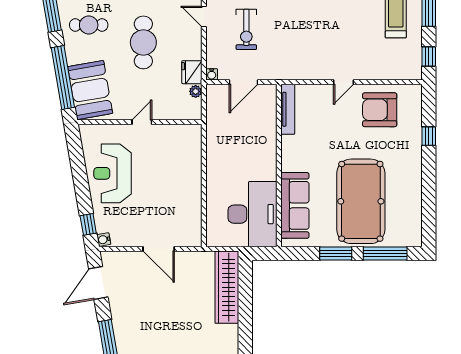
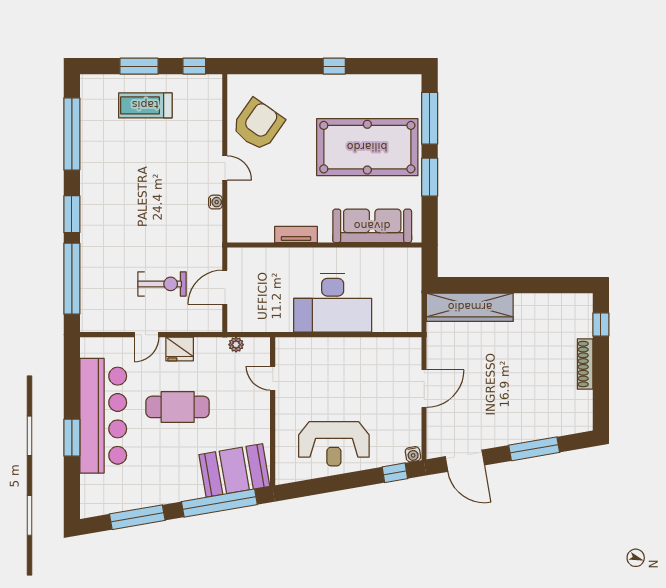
cafe table: (89, 25) -> (157, 472), removed
fridge: (192, 72) -> (180, 349), moved
water cooler: (212, 74) -> (216, 202), moved
door: (244, 82) -> (225, 287), swing flipped
tv unit: (288, 109) -> (296, 234), moved, width x0.71
armchair: (380, 110) -> (258, 125), turned -145
door: (142, 122) -> (273, 378), moved
window: (429, 136) -> (334, 66), moved
desk: (252, 214) -> (333, 303), moved, turned 180

